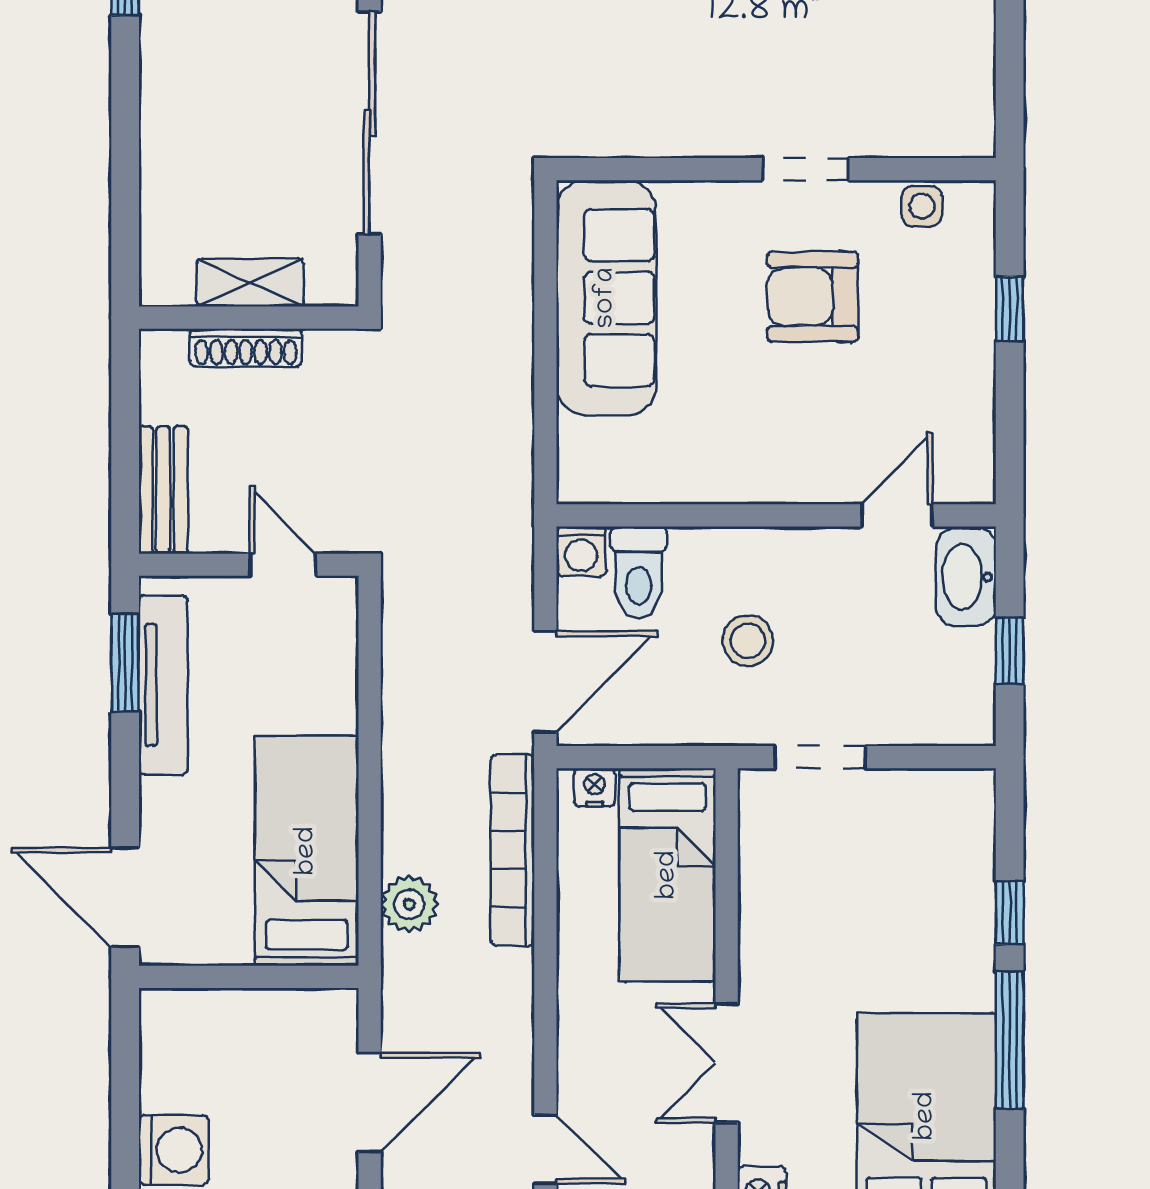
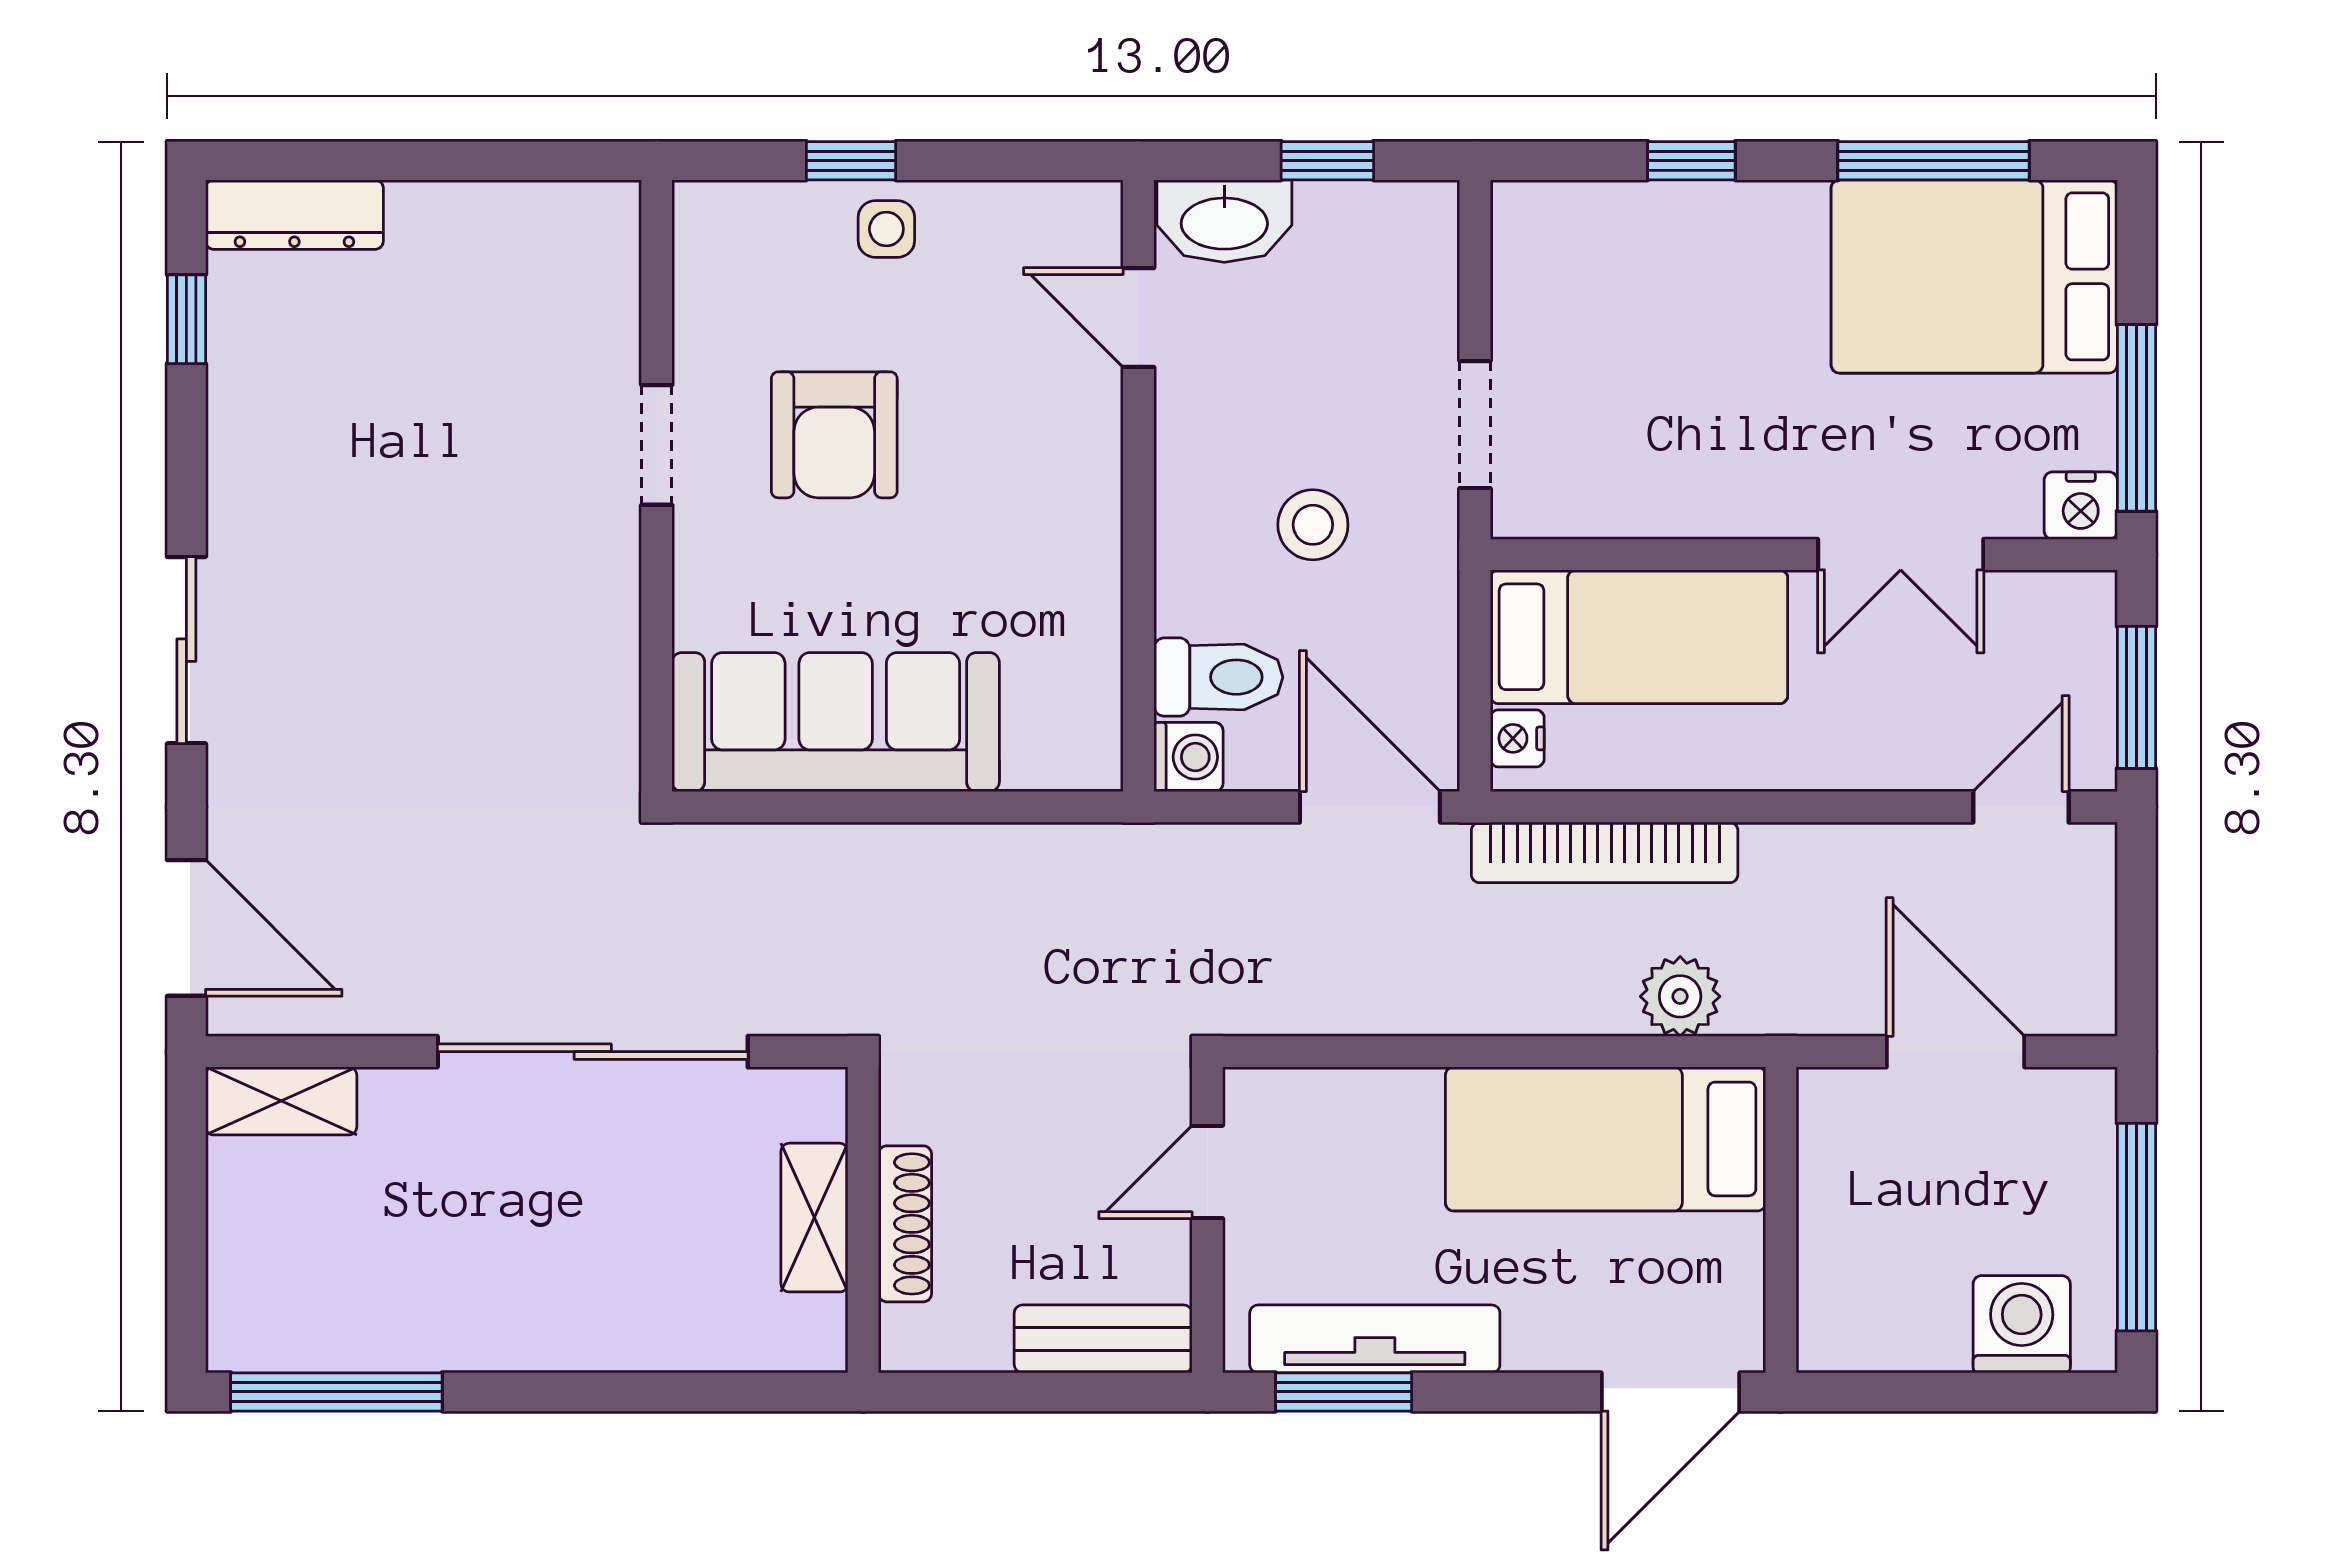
side table: (922, 206) -> (886, 229), moved
window: (1010, 1040) -> (1934, 161), moved

